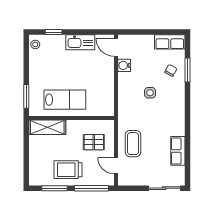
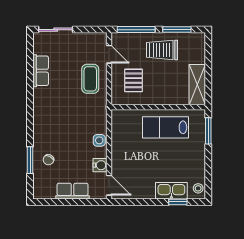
kitchen sink: (80, 42) -> (171, 191), moved
row of seats: (170, 42) -> (73, 191), moved
side table: (150, 93) -> (99, 140), moved
shelving: (47, 127) -> (197, 85), moved, turned 90
pallet: (94, 142) -> (134, 80), turned 90
trolley: (68, 170) -> (162, 50), turned 180

